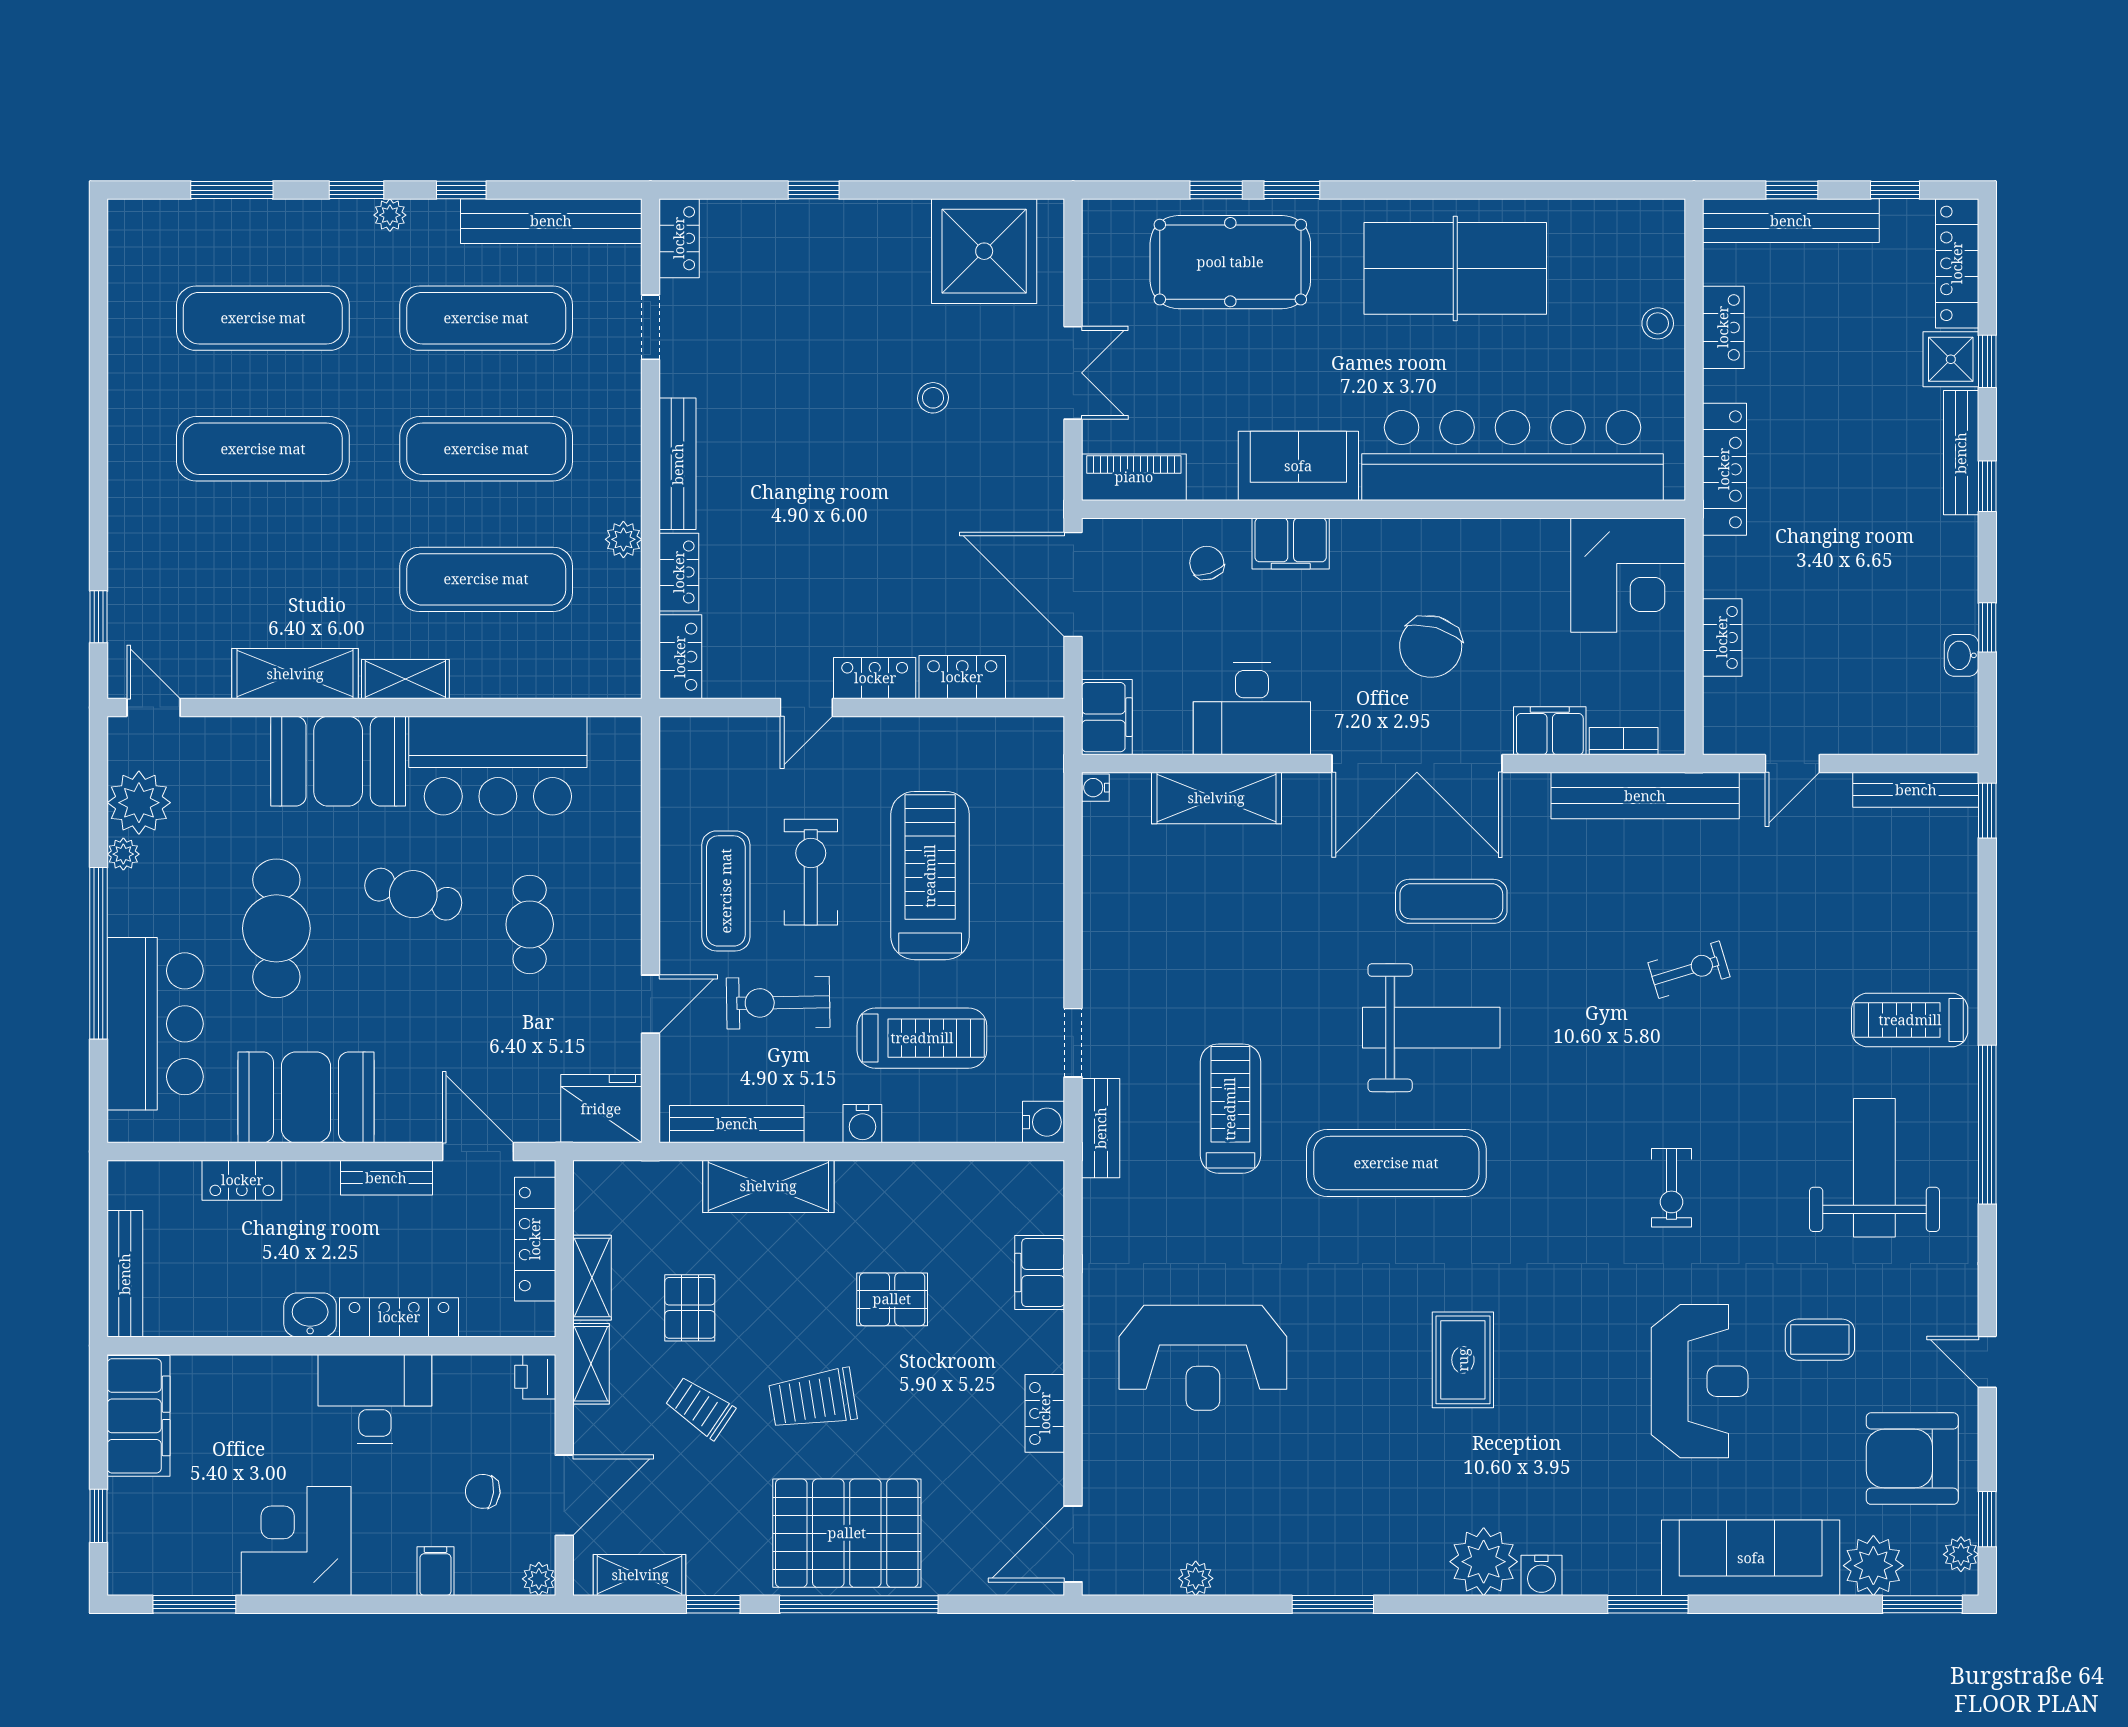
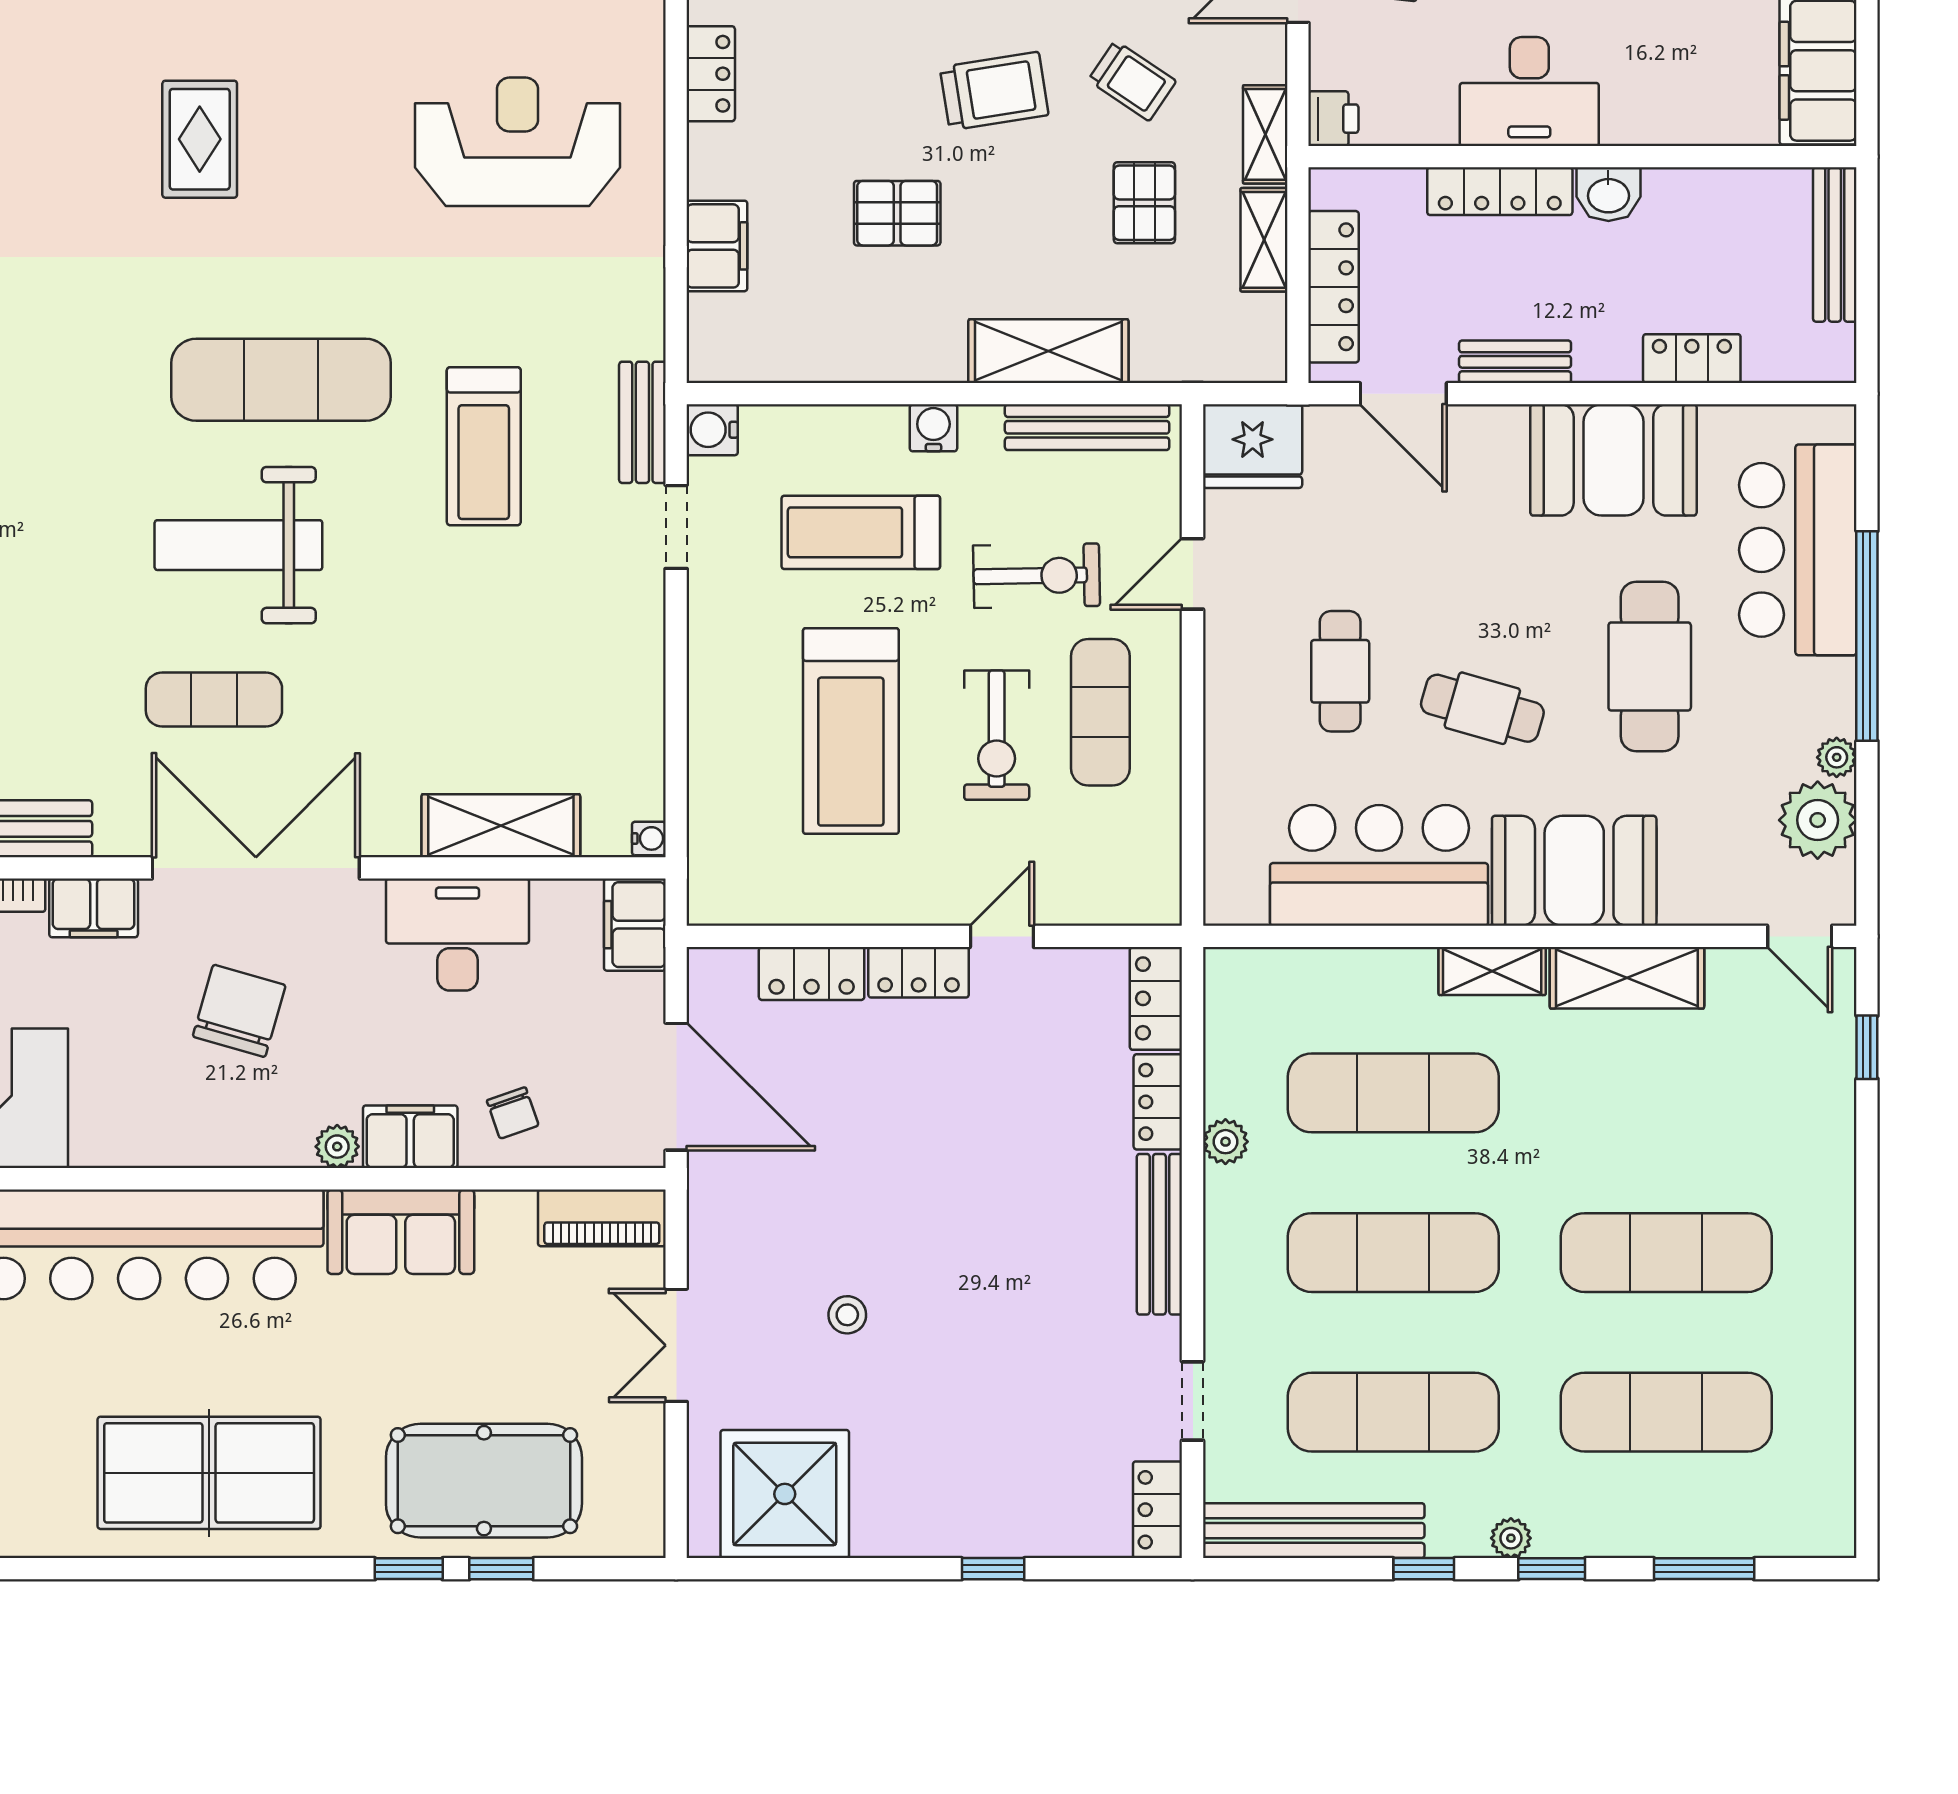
plant: (1350, 535) -> (337, 1147), added

